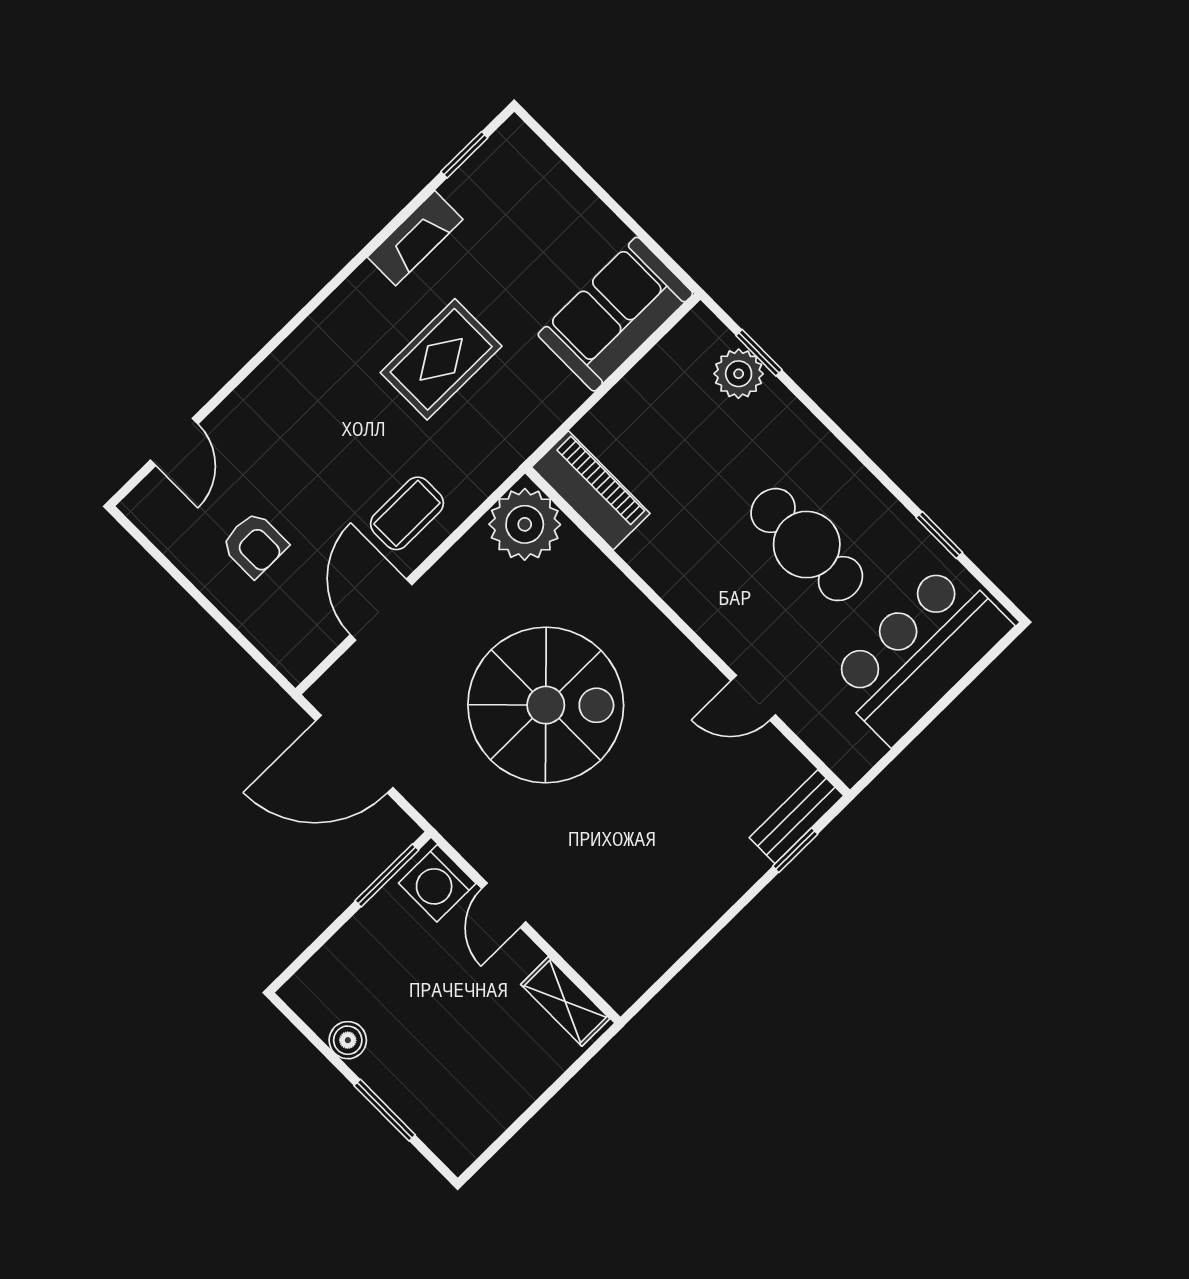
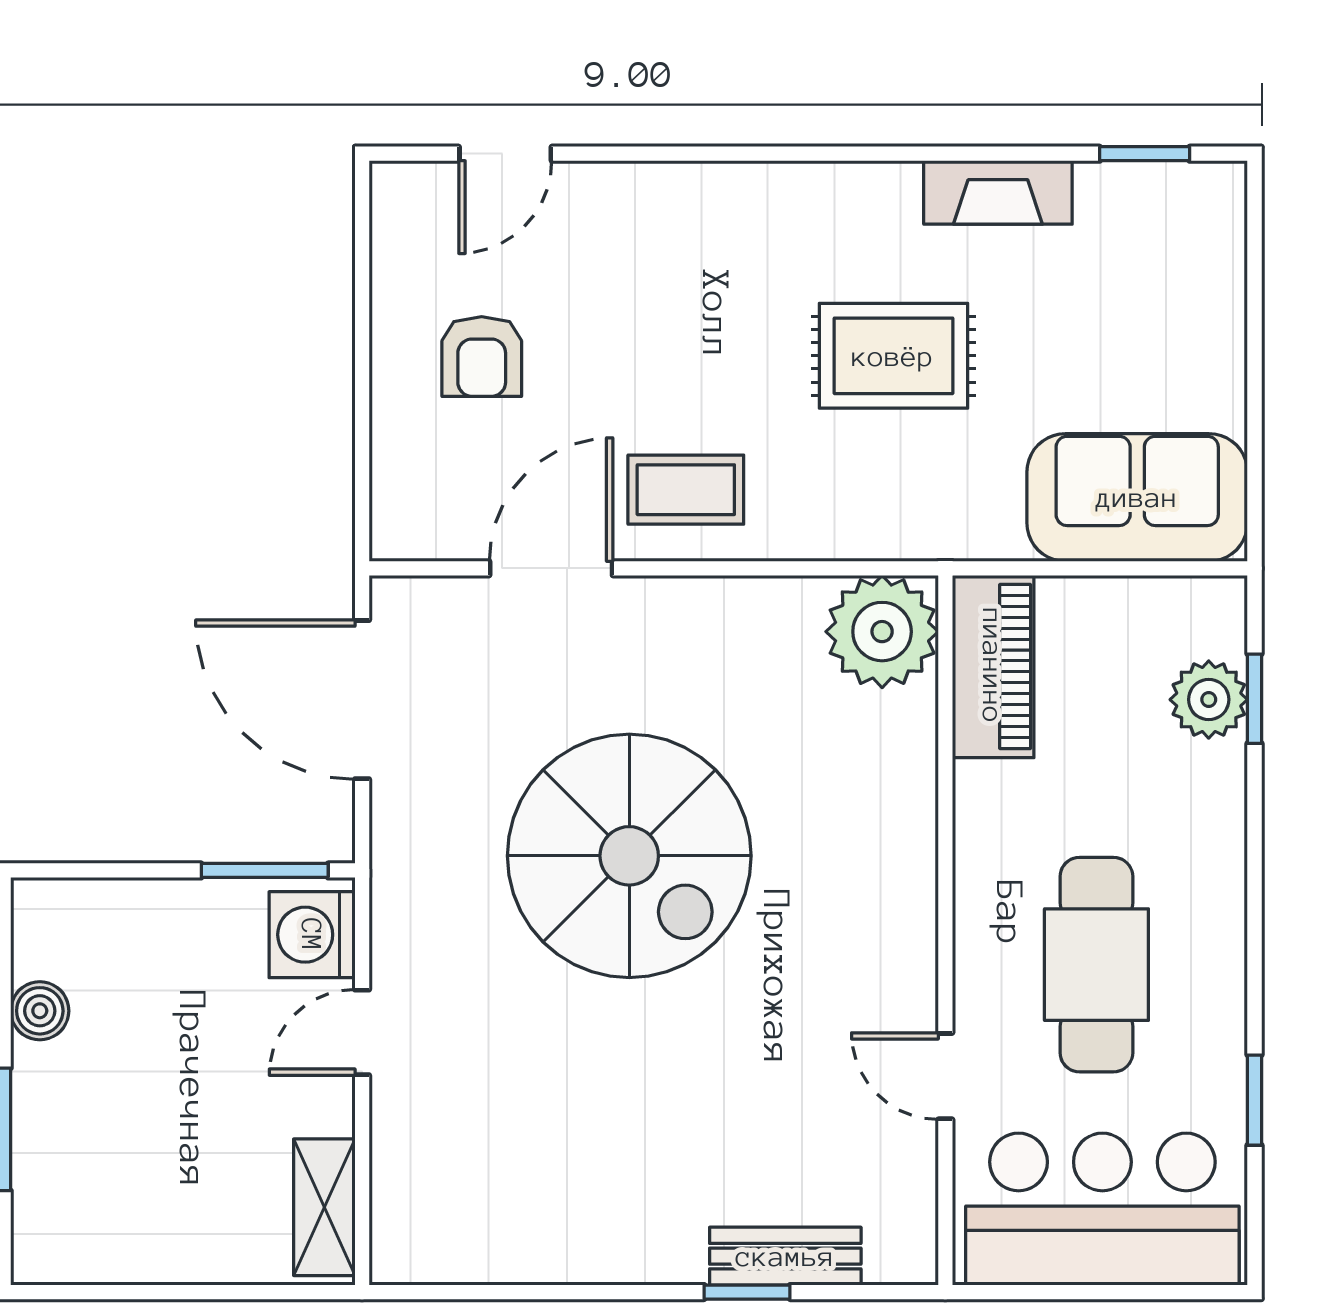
piano: (591, 490) -> (993, 666), moved
plant: (525, 524) -> (882, 632), moved
wall: (688, 631) -> (945, 930), moved
door: (753, 698) -> (945, 1076), moved

